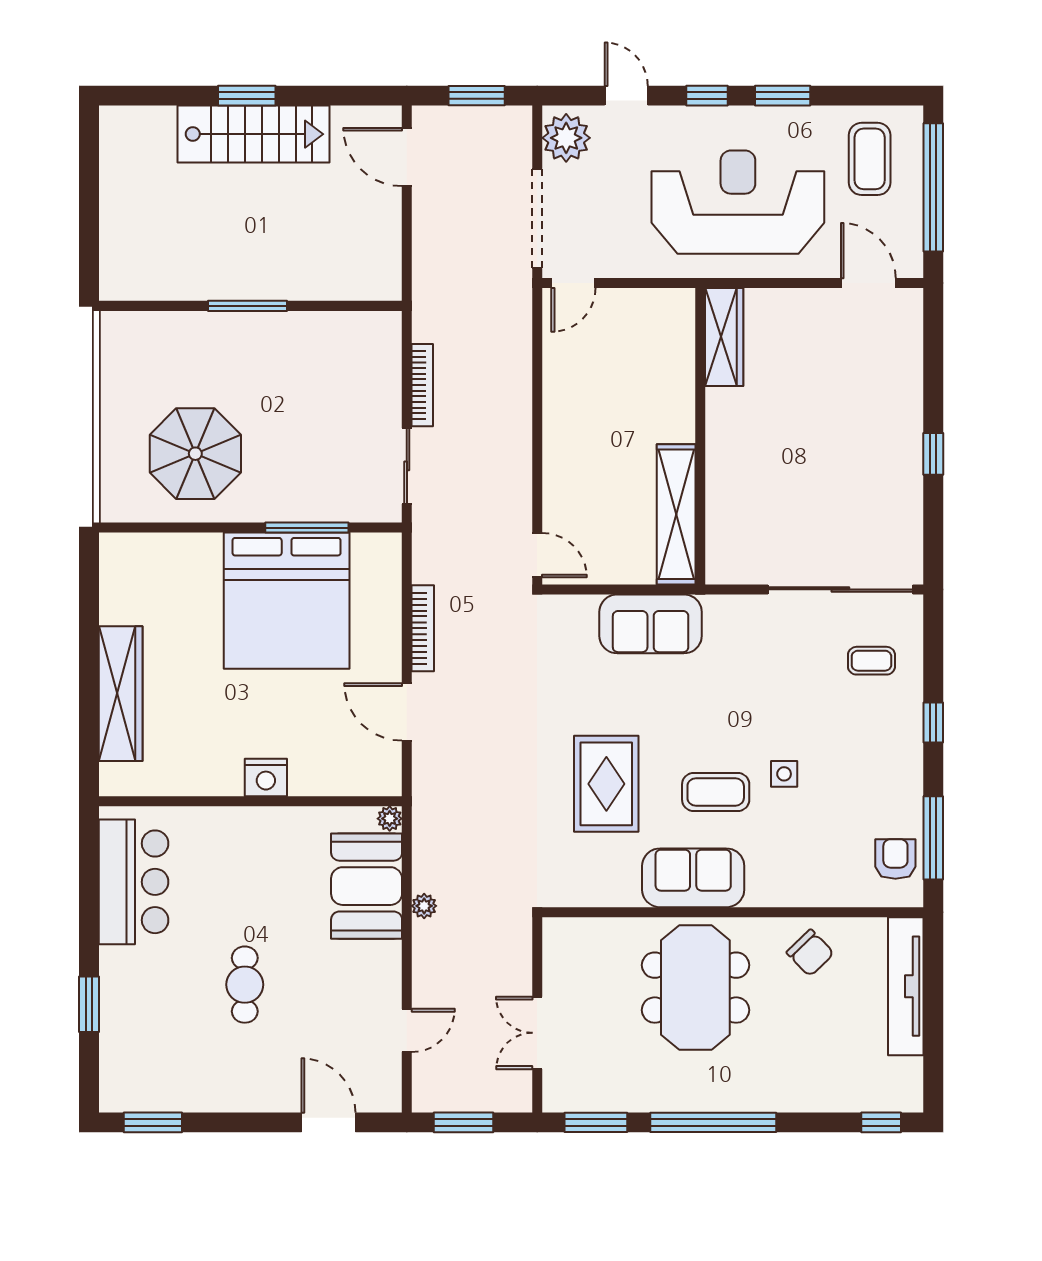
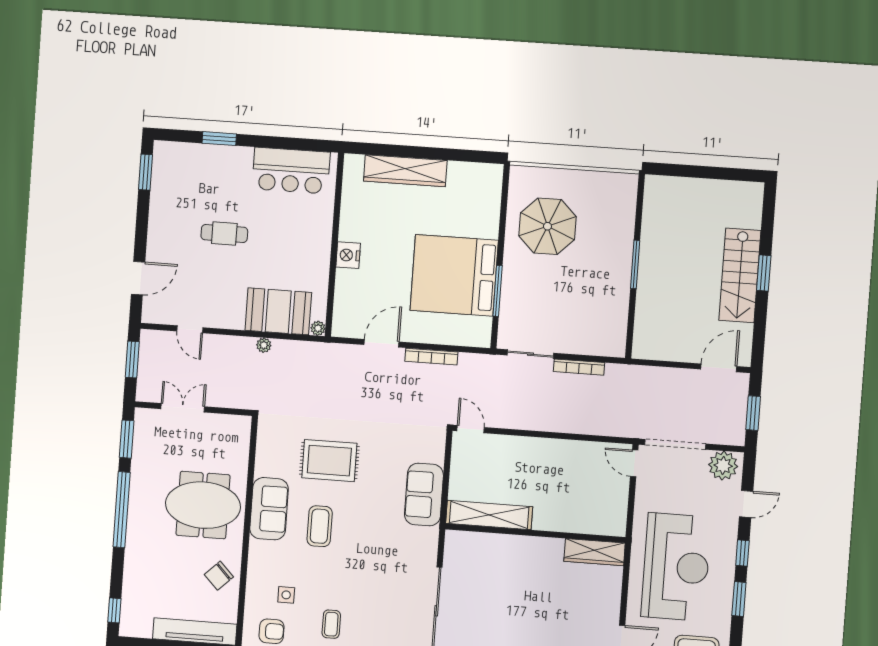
door: (537, 555) -> (471, 429), swing flipped
coffee table: (871, 661) -> (331, 624), moved
side table: (784, 774) -> (286, 595), moved

